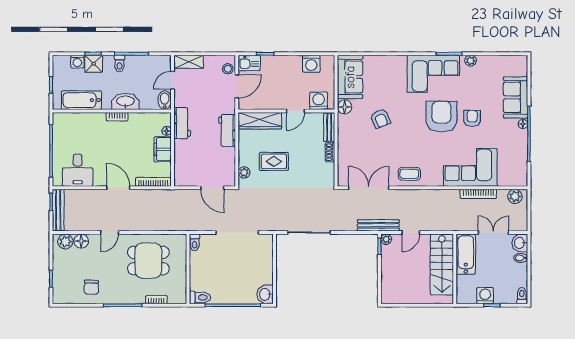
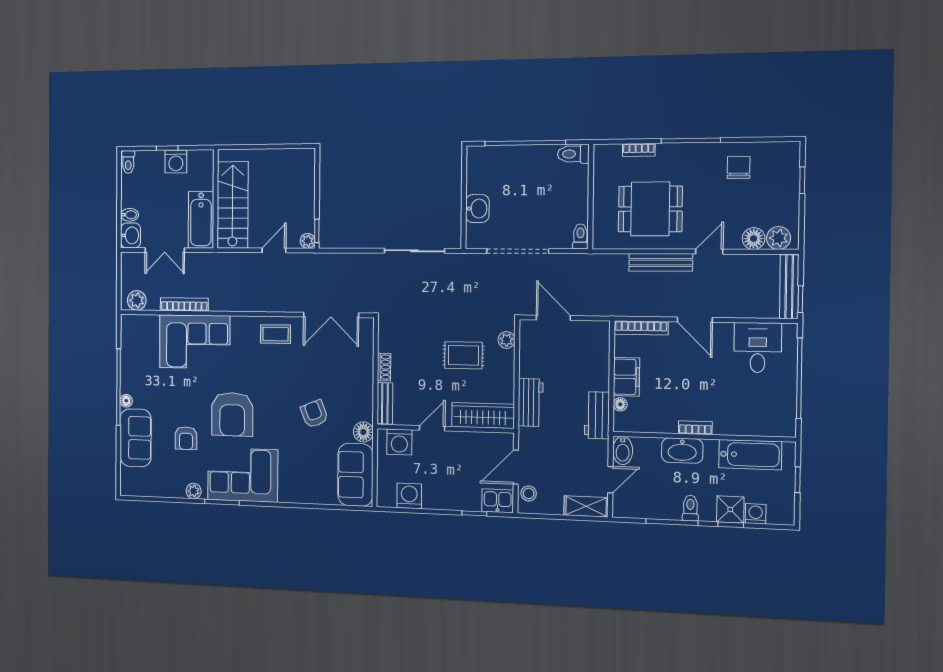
armchair: (472, 118) -> (186, 438), moved
bench: (378, 225) -> (661, 262), moved
washbasin: (265, 294) -> (477, 209), moved

